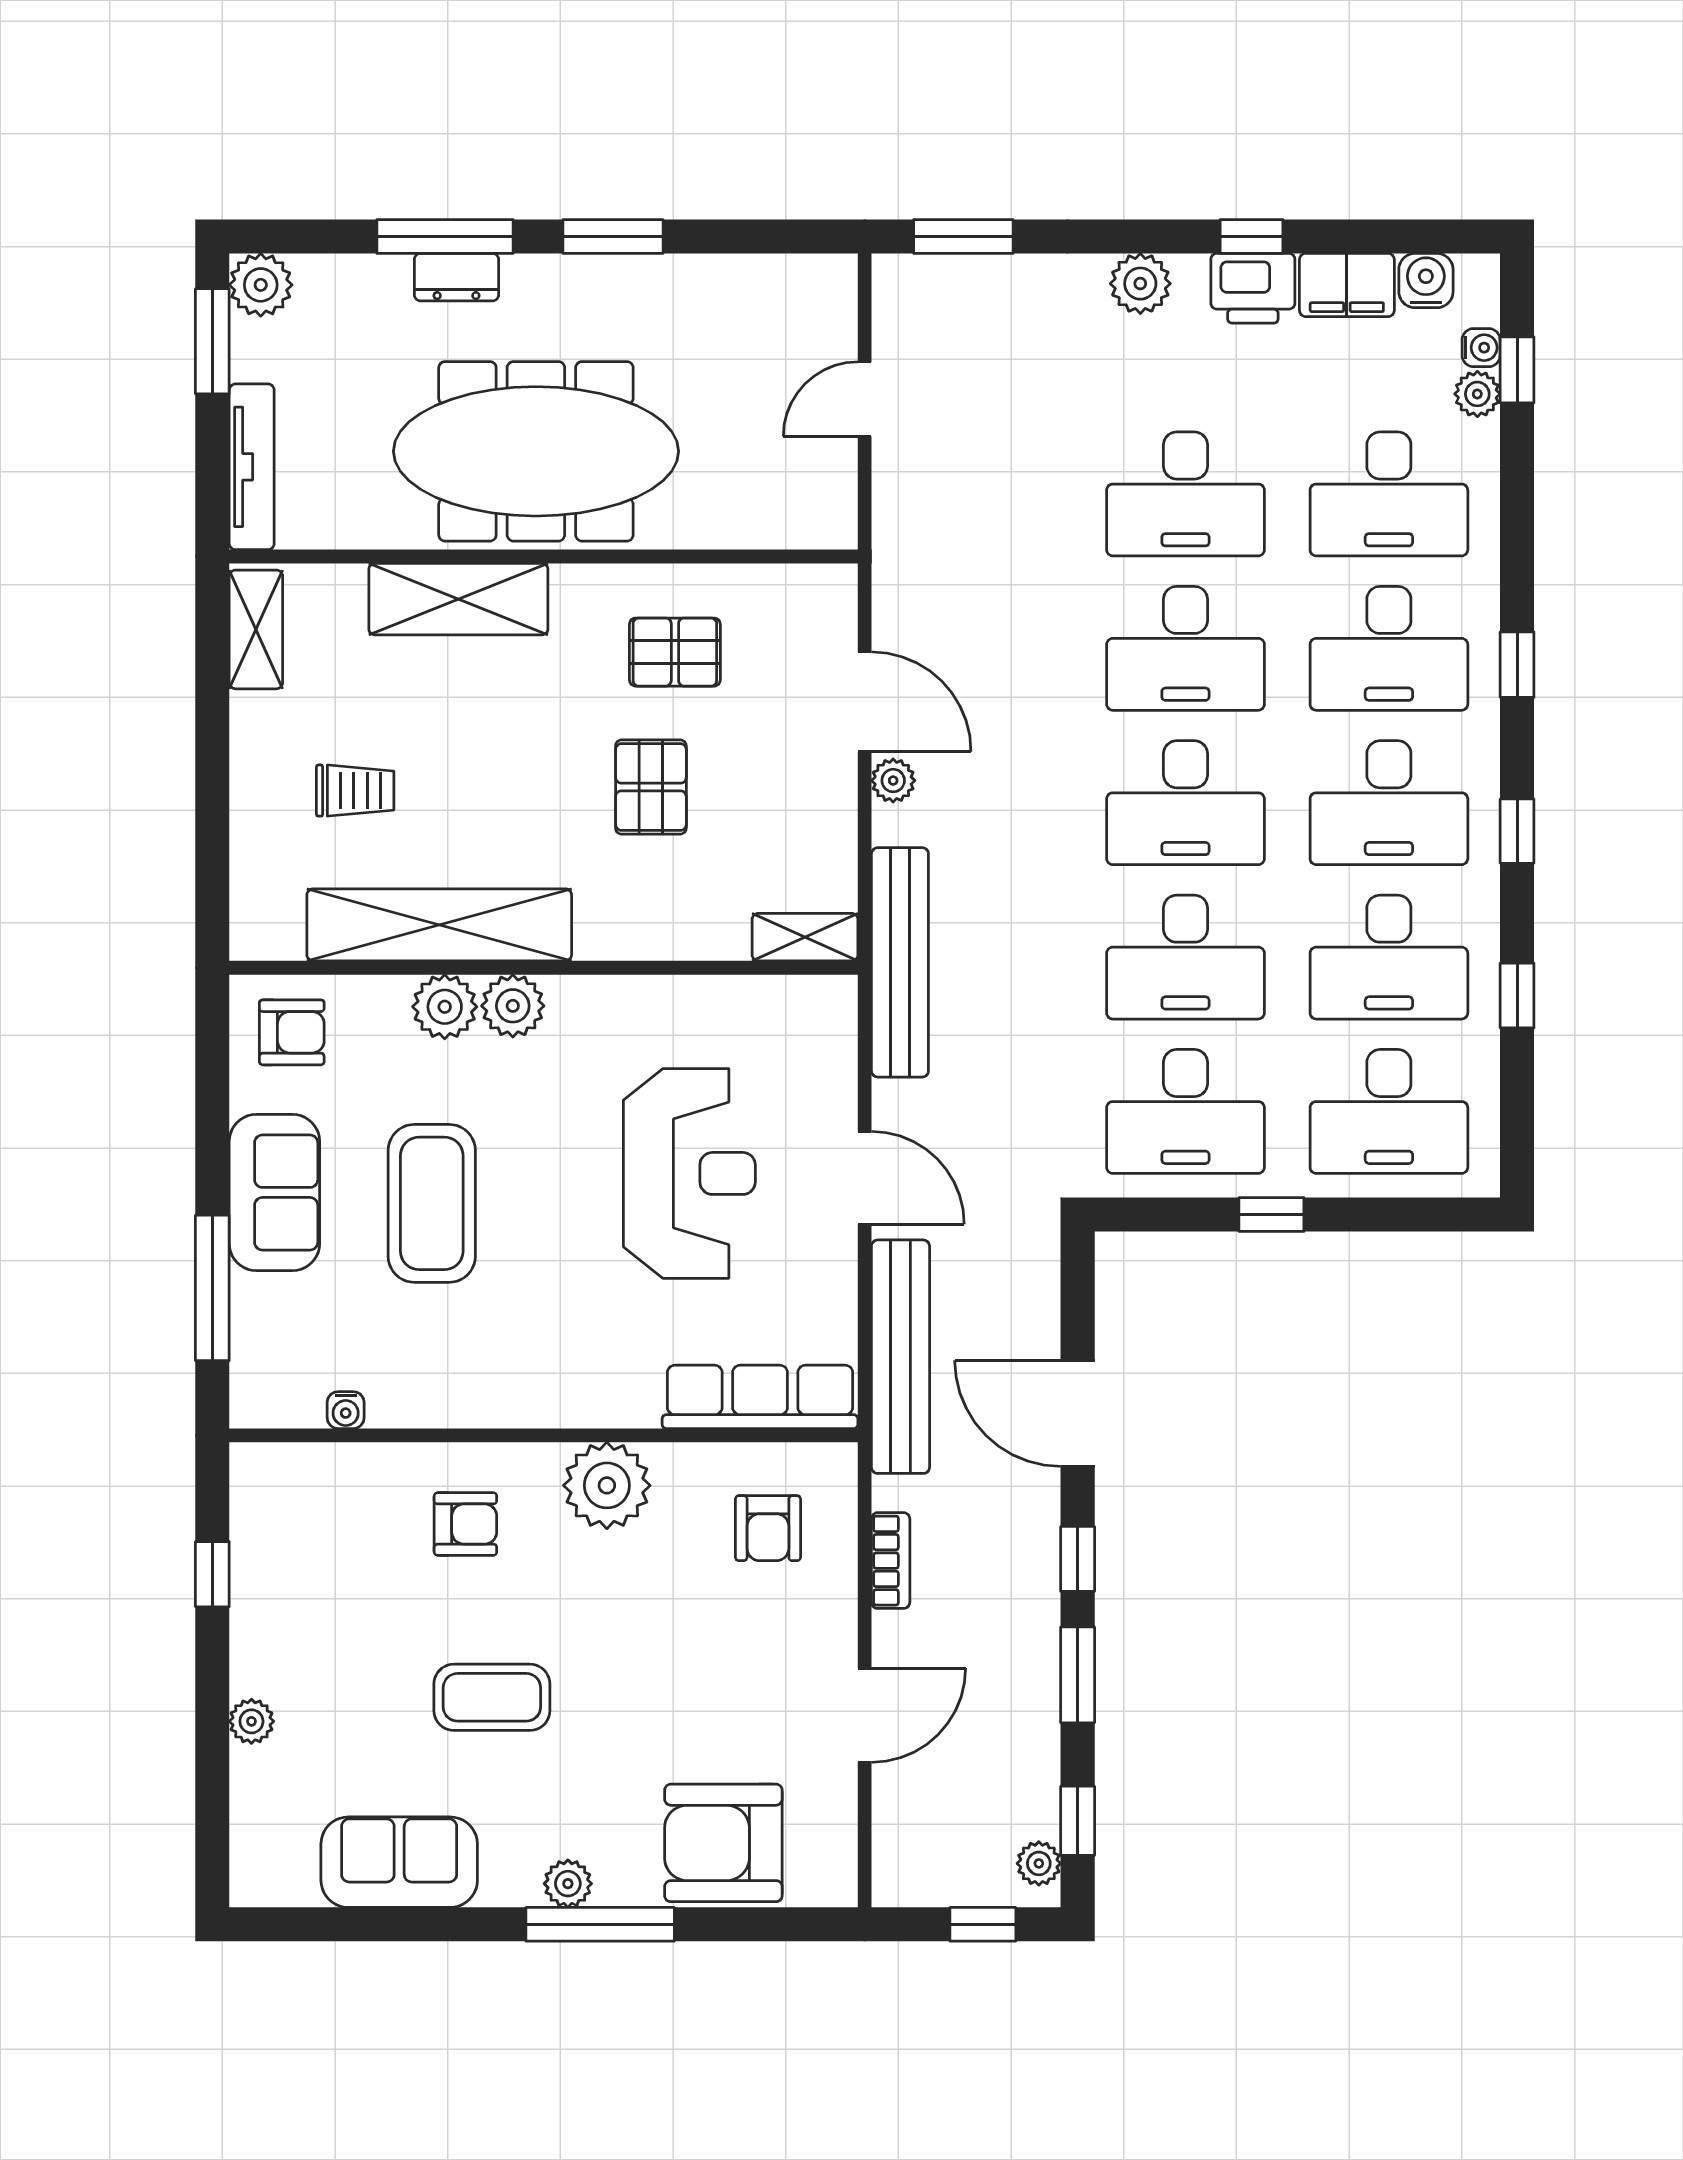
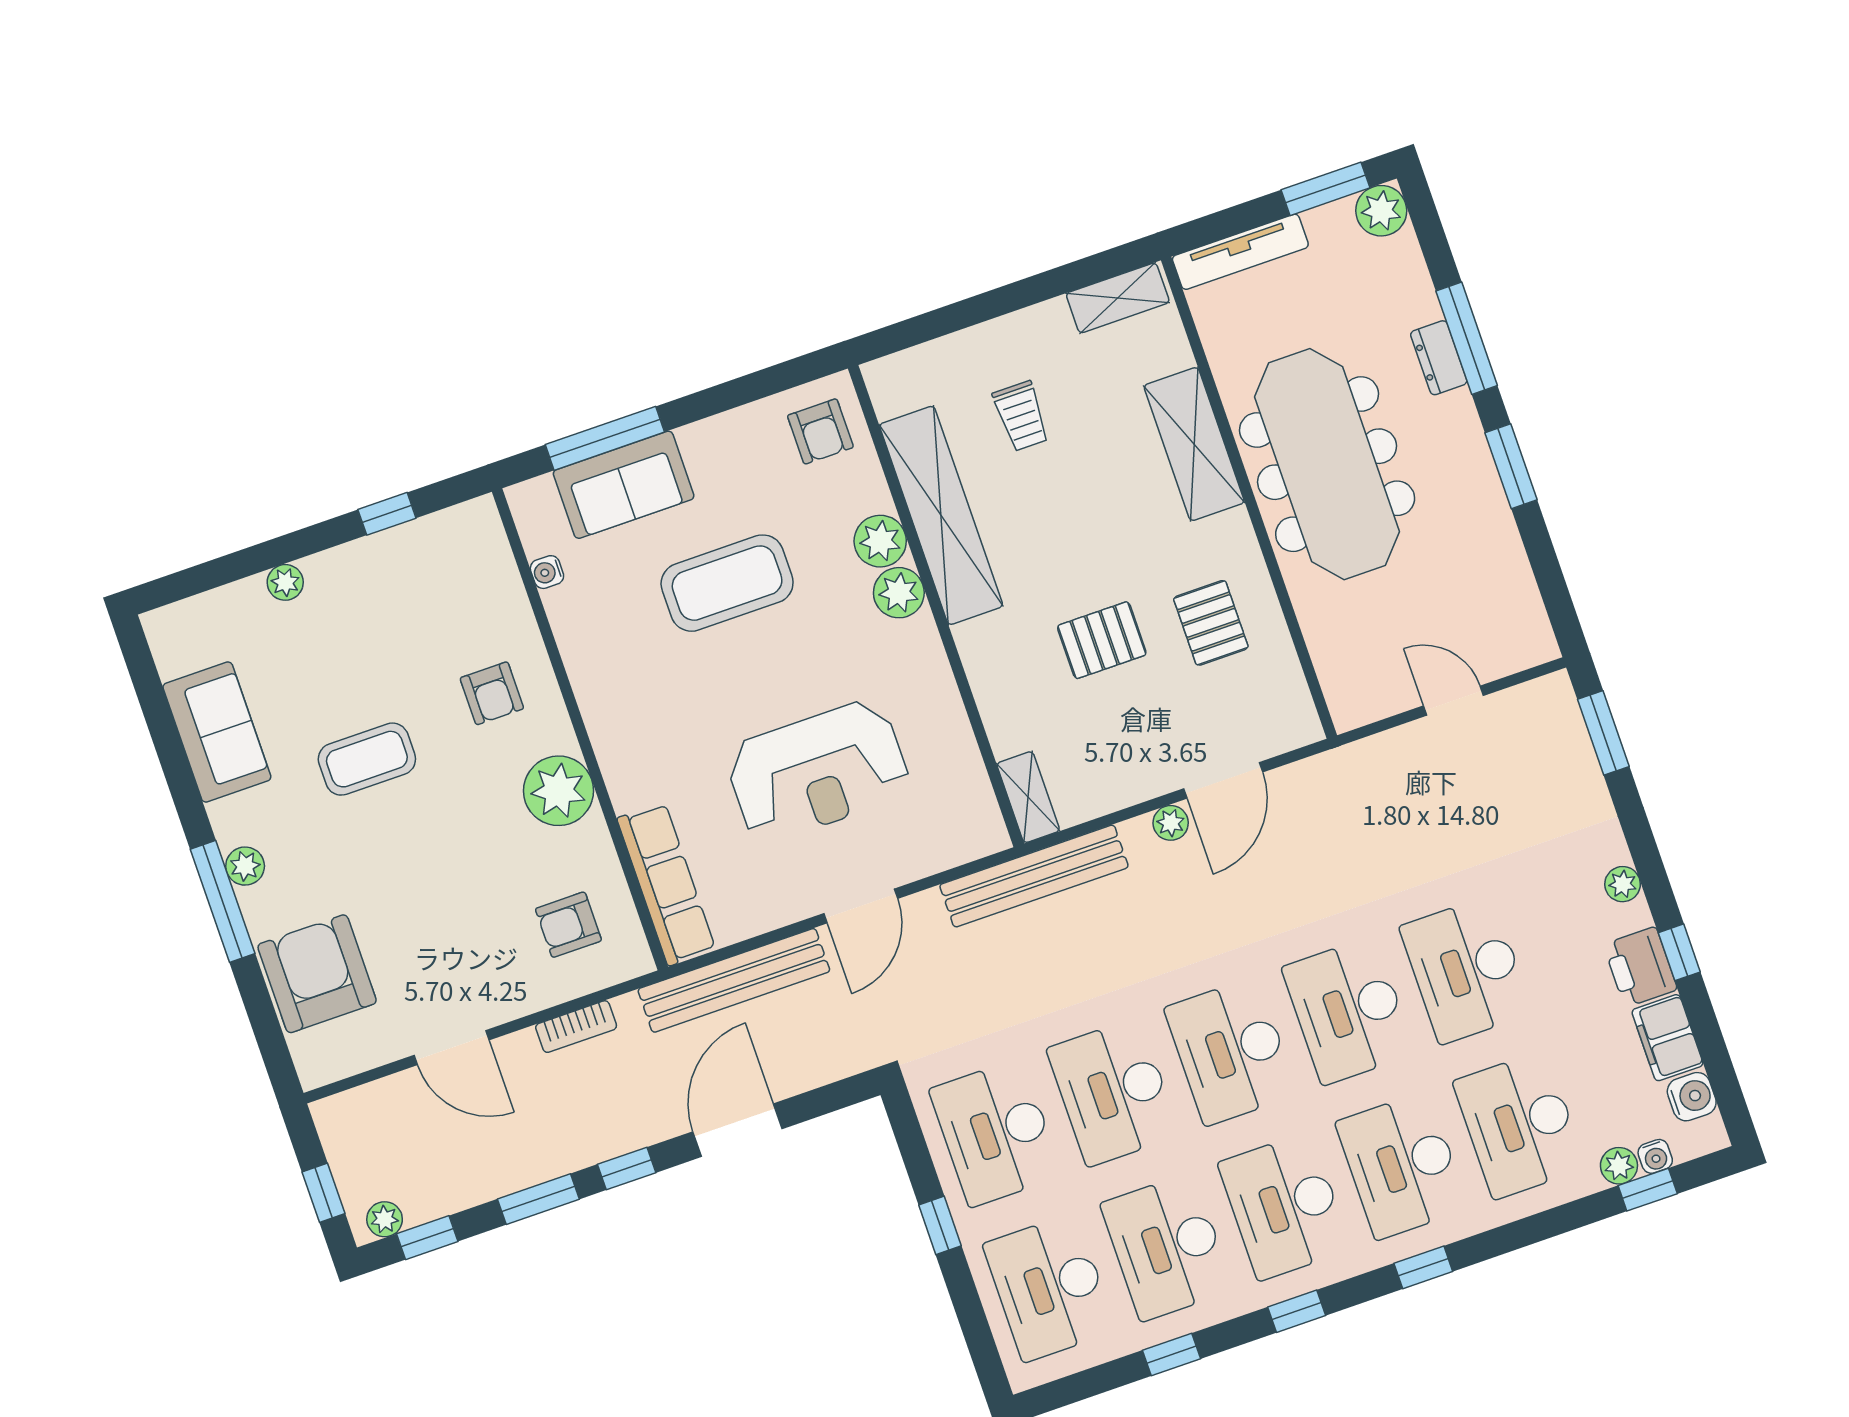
plant: (1140, 284) -> (1623, 884), width x0.73, depth x0.73
sofa: (274, 1192) -> (624, 485), moved
coffee table: (492, 1697) -> (367, 759), turned 90

